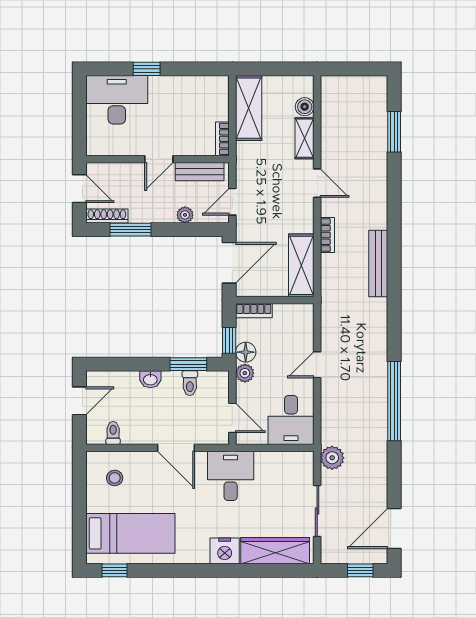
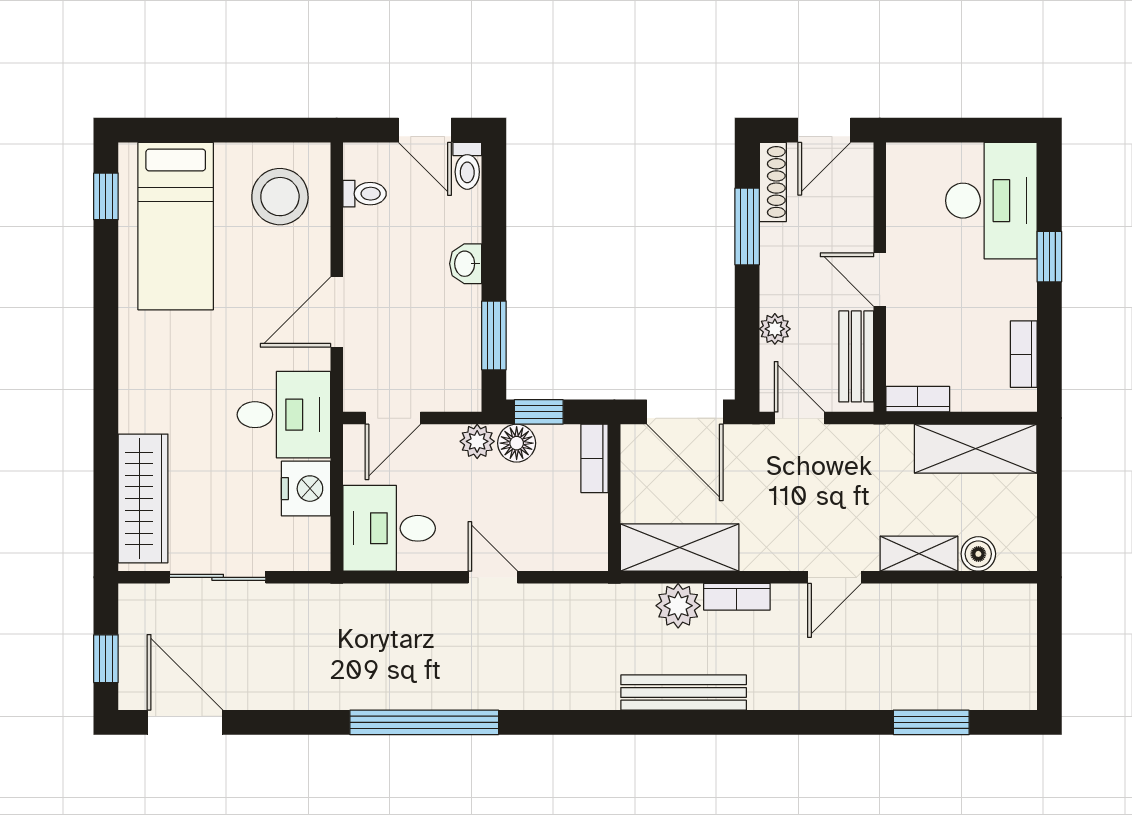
bookcase: (198, 83) -> (1024, 354), added
toilet: (190, 383) -> (467, 166), moved, turned -90
plant: (332, 458) -> (678, 606), moved
stool: (115, 478) -> (280, 197), width x1.89, depth x1.89
nightstand: (225, 551) -> (306, 489), moved, turned 180

